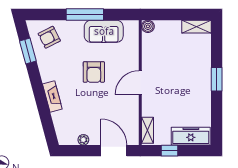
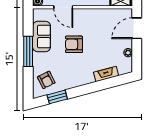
armchair: (94, 72) -> (74, 44), turned 180
door: (140, 83) -> (63, 7), moved
fireplace: (52, 96) -> (106, 74), moved

